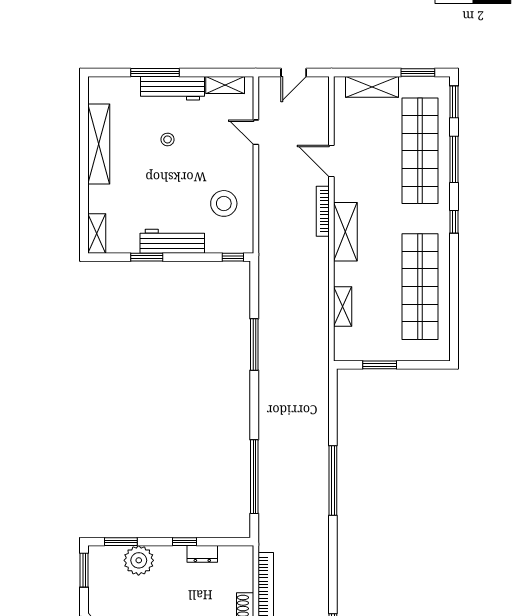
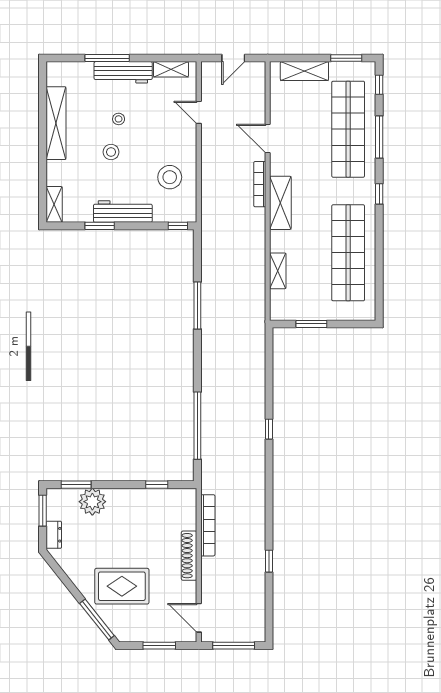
window: (454, 102) -> (379, 85), width x0.67
stool: (159, 176) -> (111, 152), added
window: (333, 481) -> (269, 429), width x0.32
window: (184, 542) -> (157, 485), moved
dresser: (202, 554) -> (54, 535), moved, turned -90

